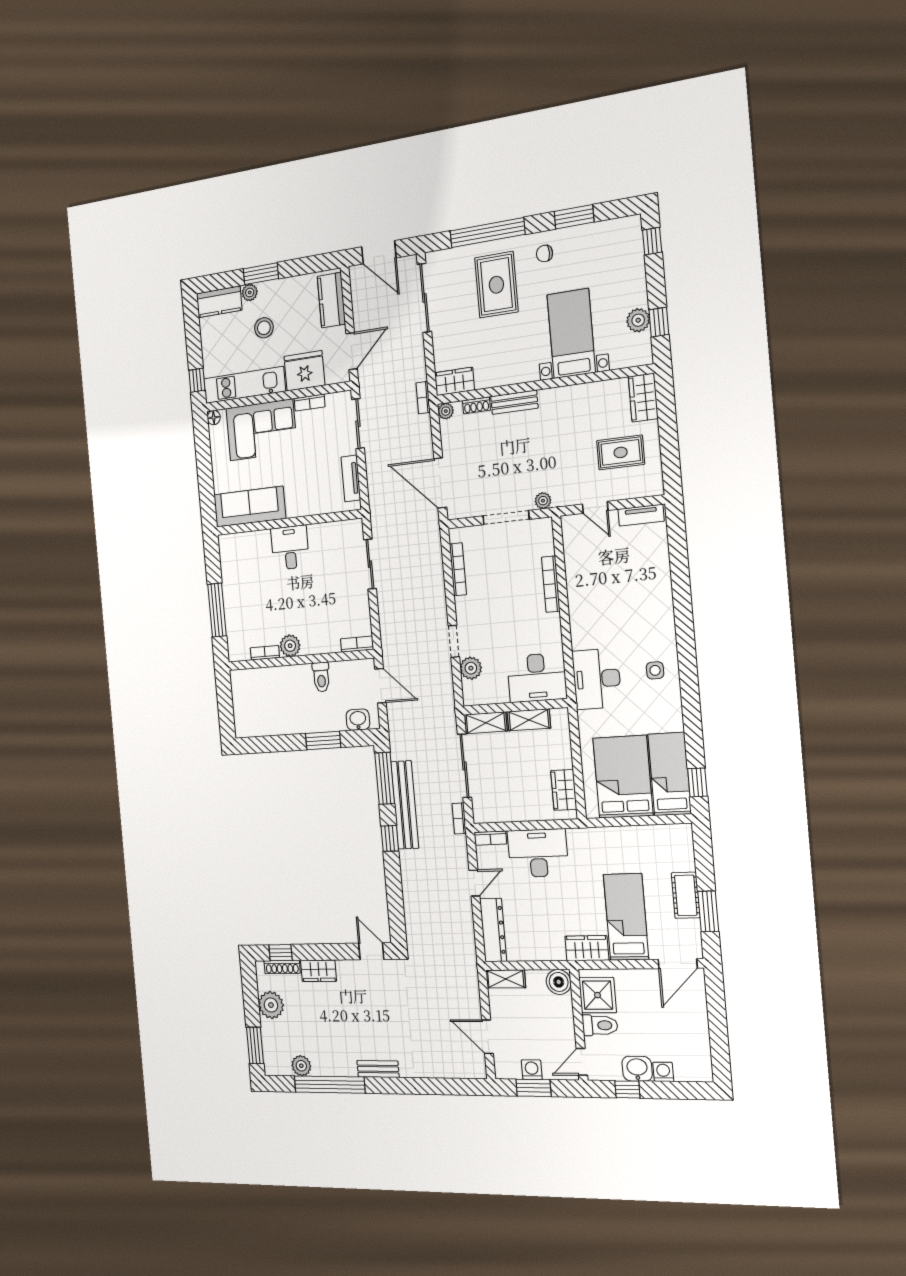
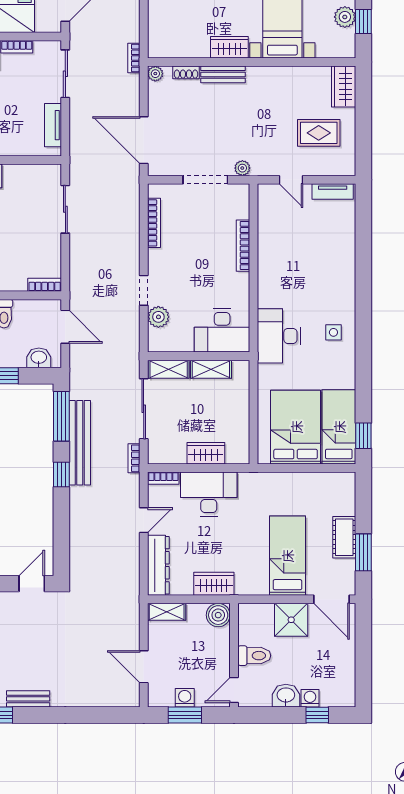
wardrobe: (455, 381) -> (229, 47), moved
wardrobe: (564, 790) -> (206, 453), moved, turned 90
wardrobe: (587, 948) -> (214, 584), moved
door: (371, 951) -> (32, 584), hinge flipped
door: (678, 964) -> (332, 599), hinge flipped
shower: (598, 995) -> (291, 620), moved
window: (627, 1089) -> (317, 715), moved

